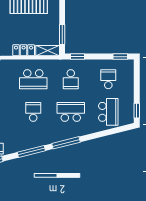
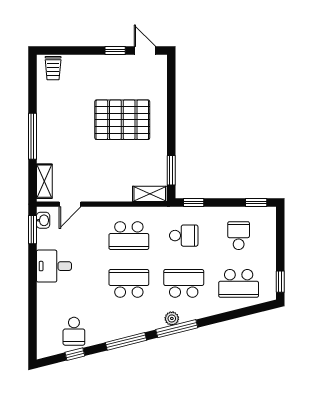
locker: (24, 50) -> (115, 193), removed
school desk: (71, 79) -> (184, 236), turned -90
school desk: (33, 112) -> (129, 283), width x1.85
school desk: (108, 112) -> (239, 283), turned 90
plant: (63, 136) -> (172, 318), added

